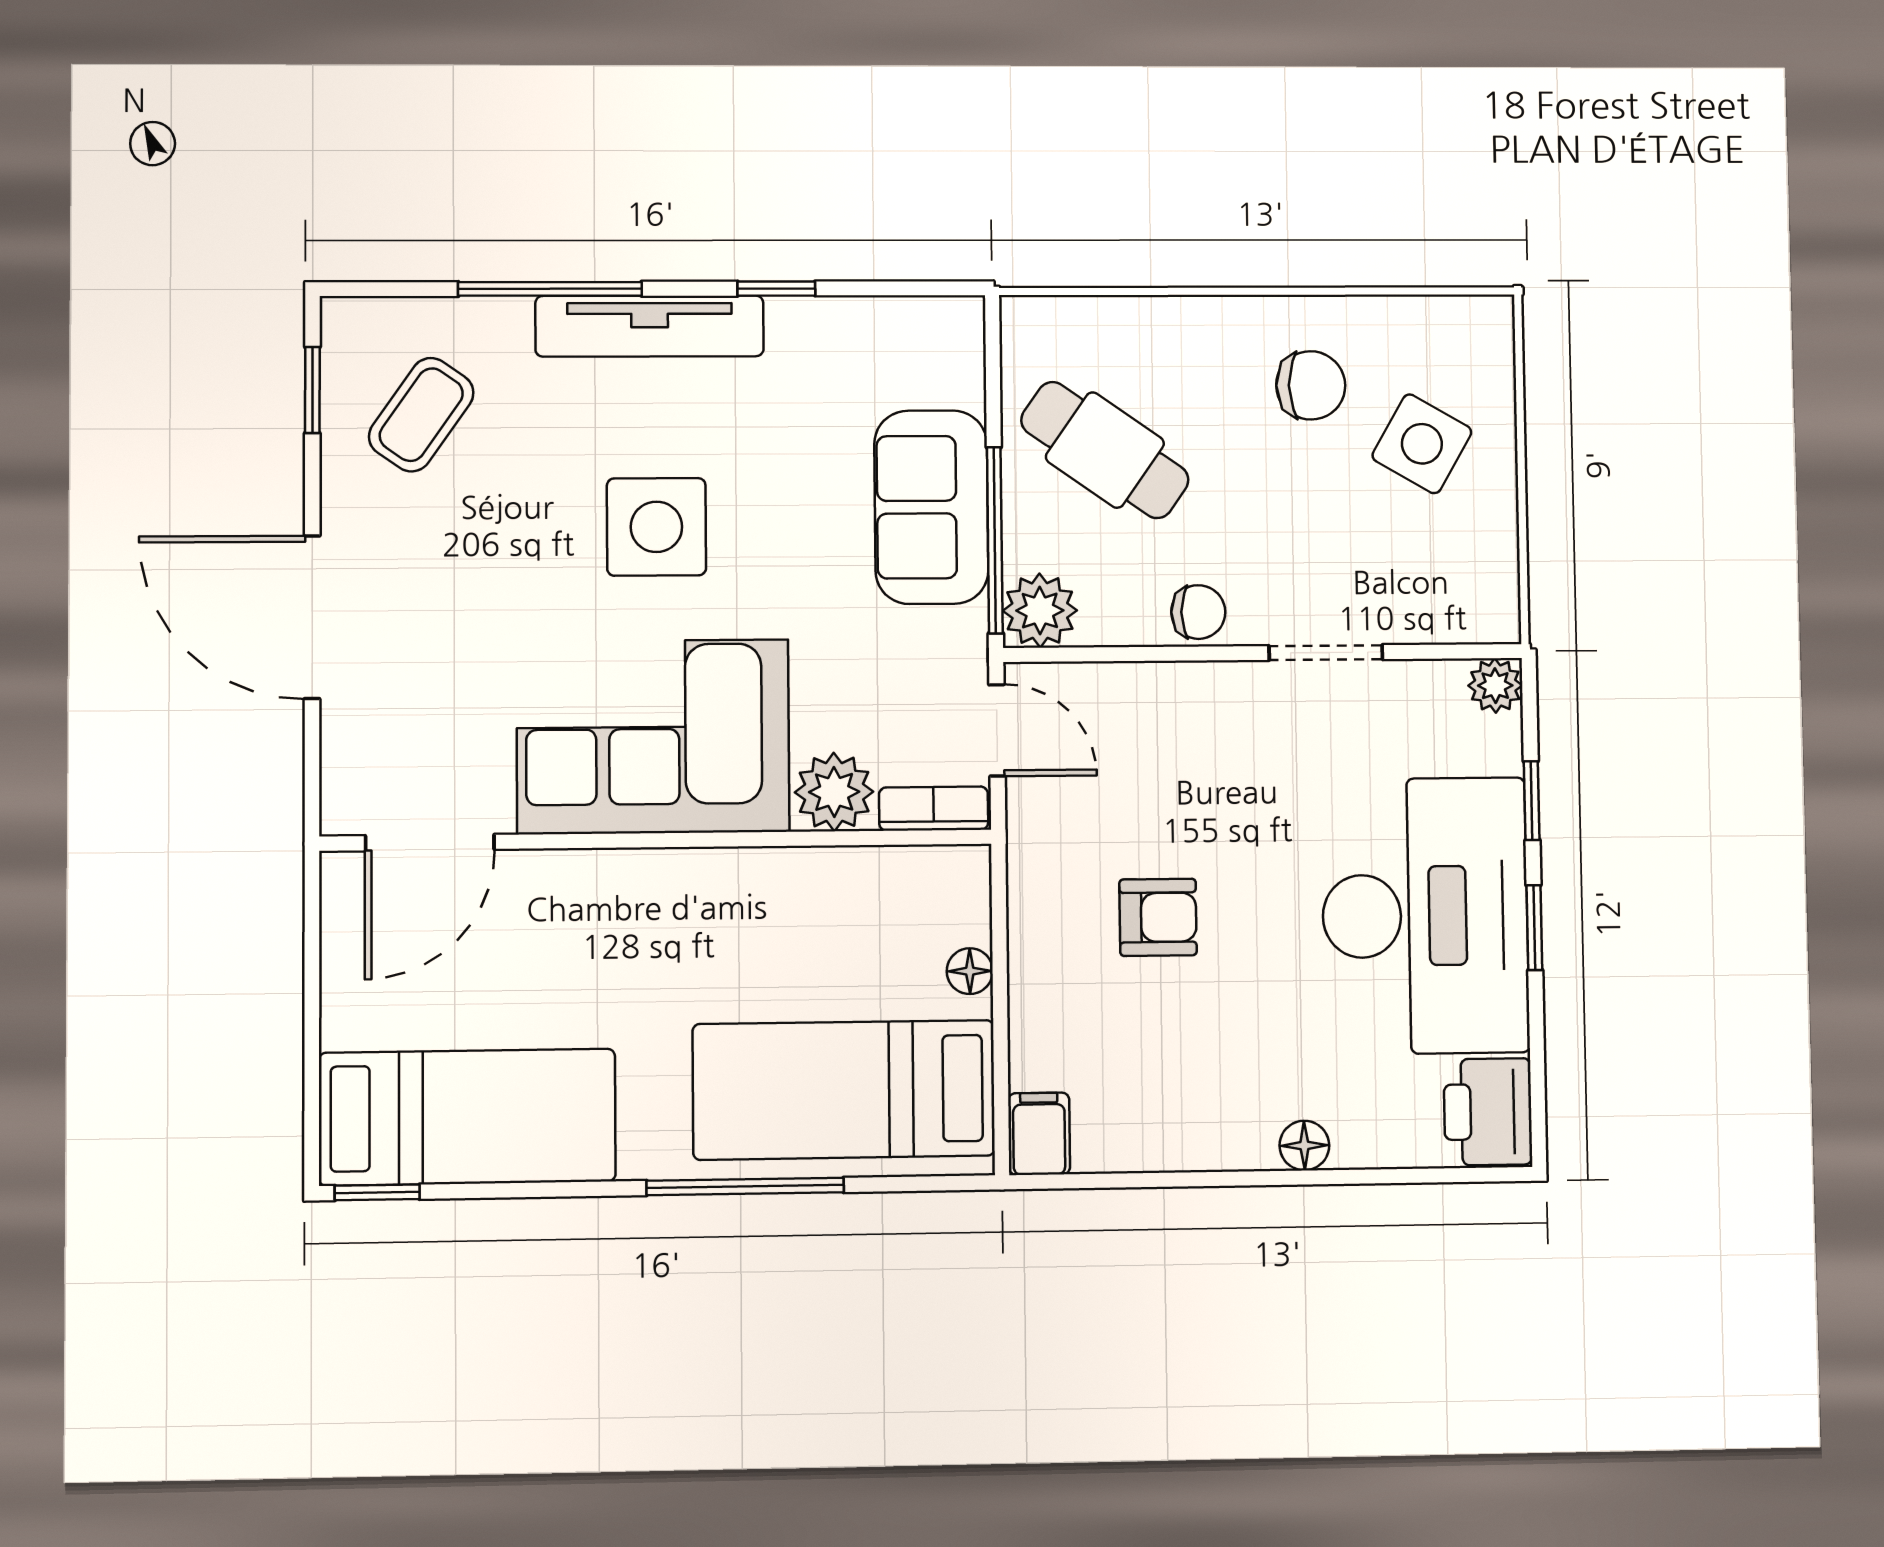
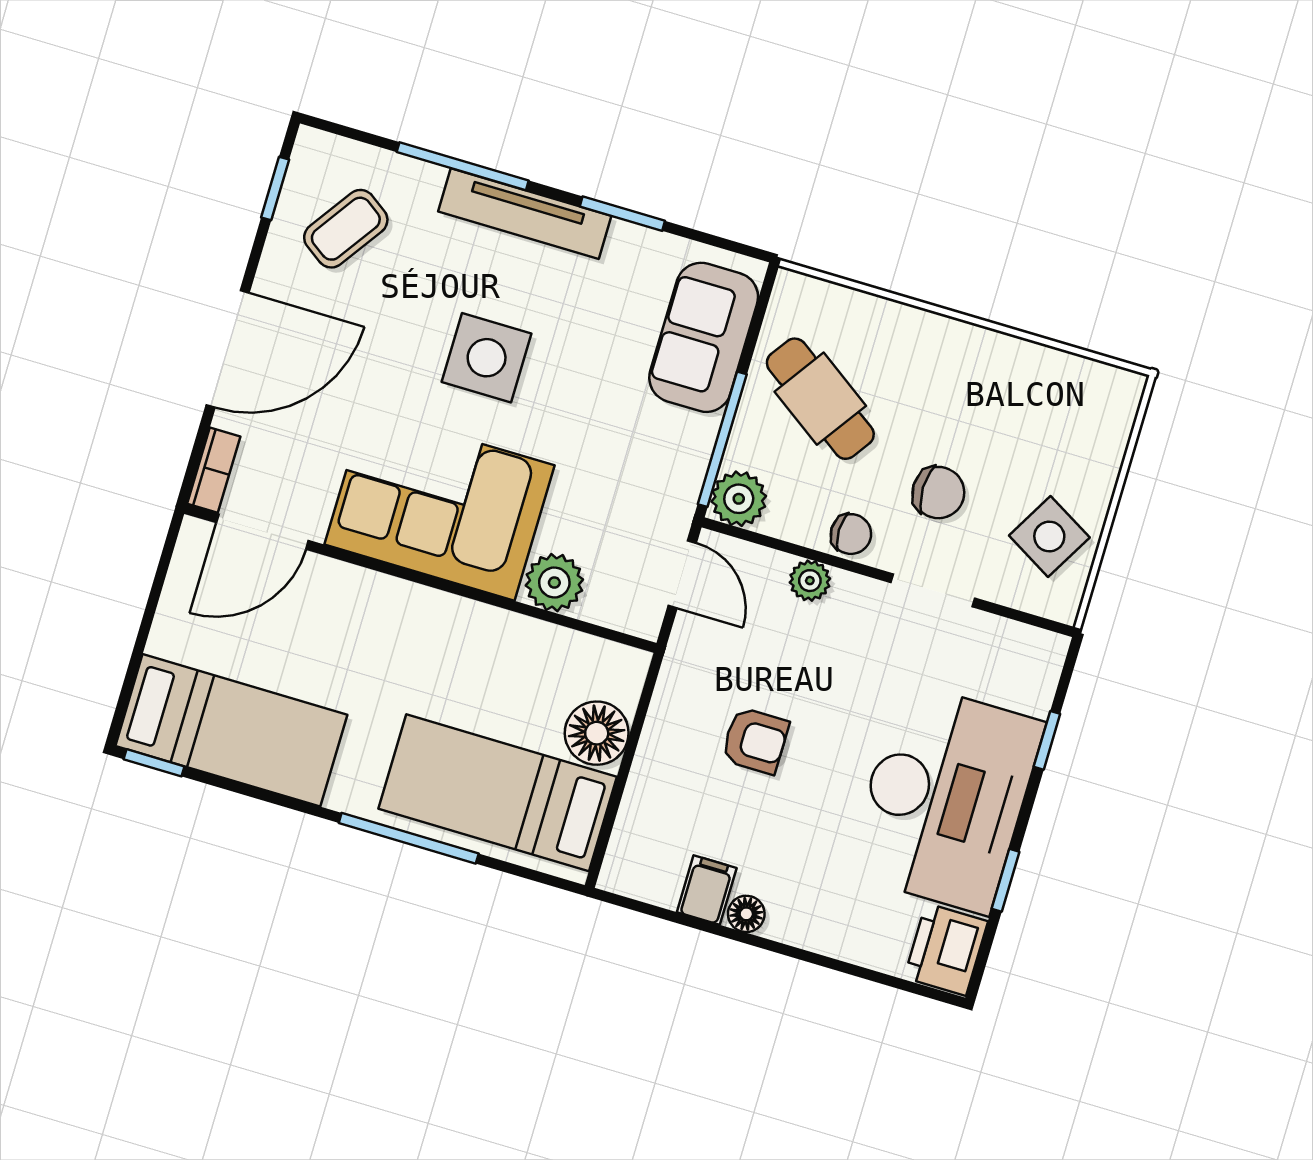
window: (776, 289) -> (622, 214), width x1.50
chair: (1311, 385) -> (938, 493), moved
side table: (1422, 444) -> (1049, 536), moved
sofa: (931, 507) -> (704, 337), moved
door: (312, 617) -> (228, 349), swing flipped
plant: (1495, 686) -> (810, 581), moved
bookcase: (934, 809) -> (214, 470), moved, turned 90
window: (1534, 928) -> (1005, 880), moved
floor lamp: (970, 971) -> (597, 733), width x1.89, depth x1.89
filing cabinet: (1039, 1134) -> (707, 890), moved
floor lamp: (1304, 1146) -> (746, 914), moved

